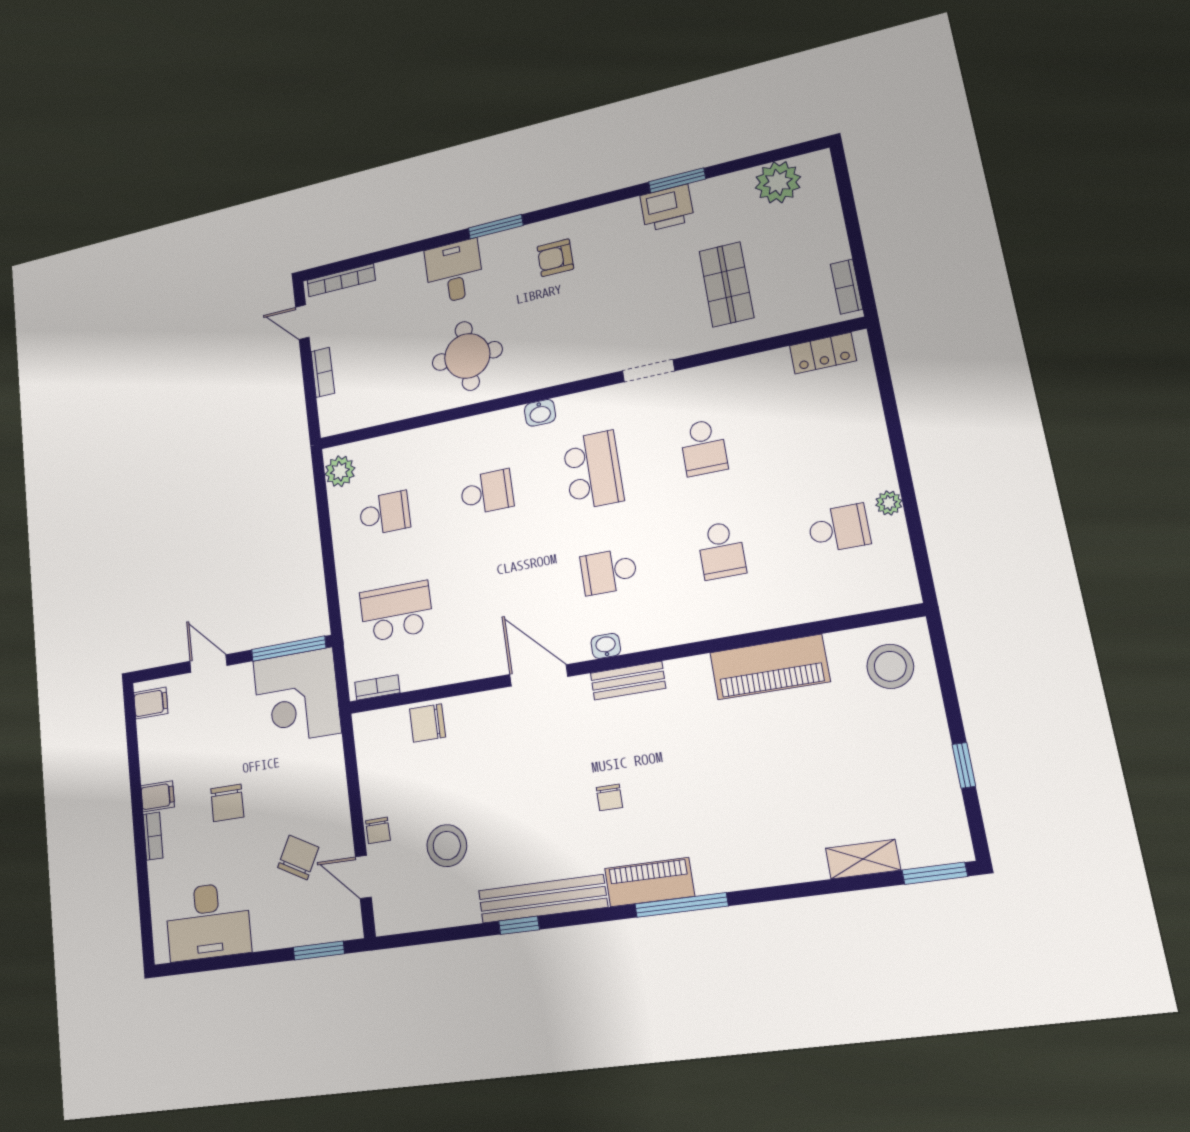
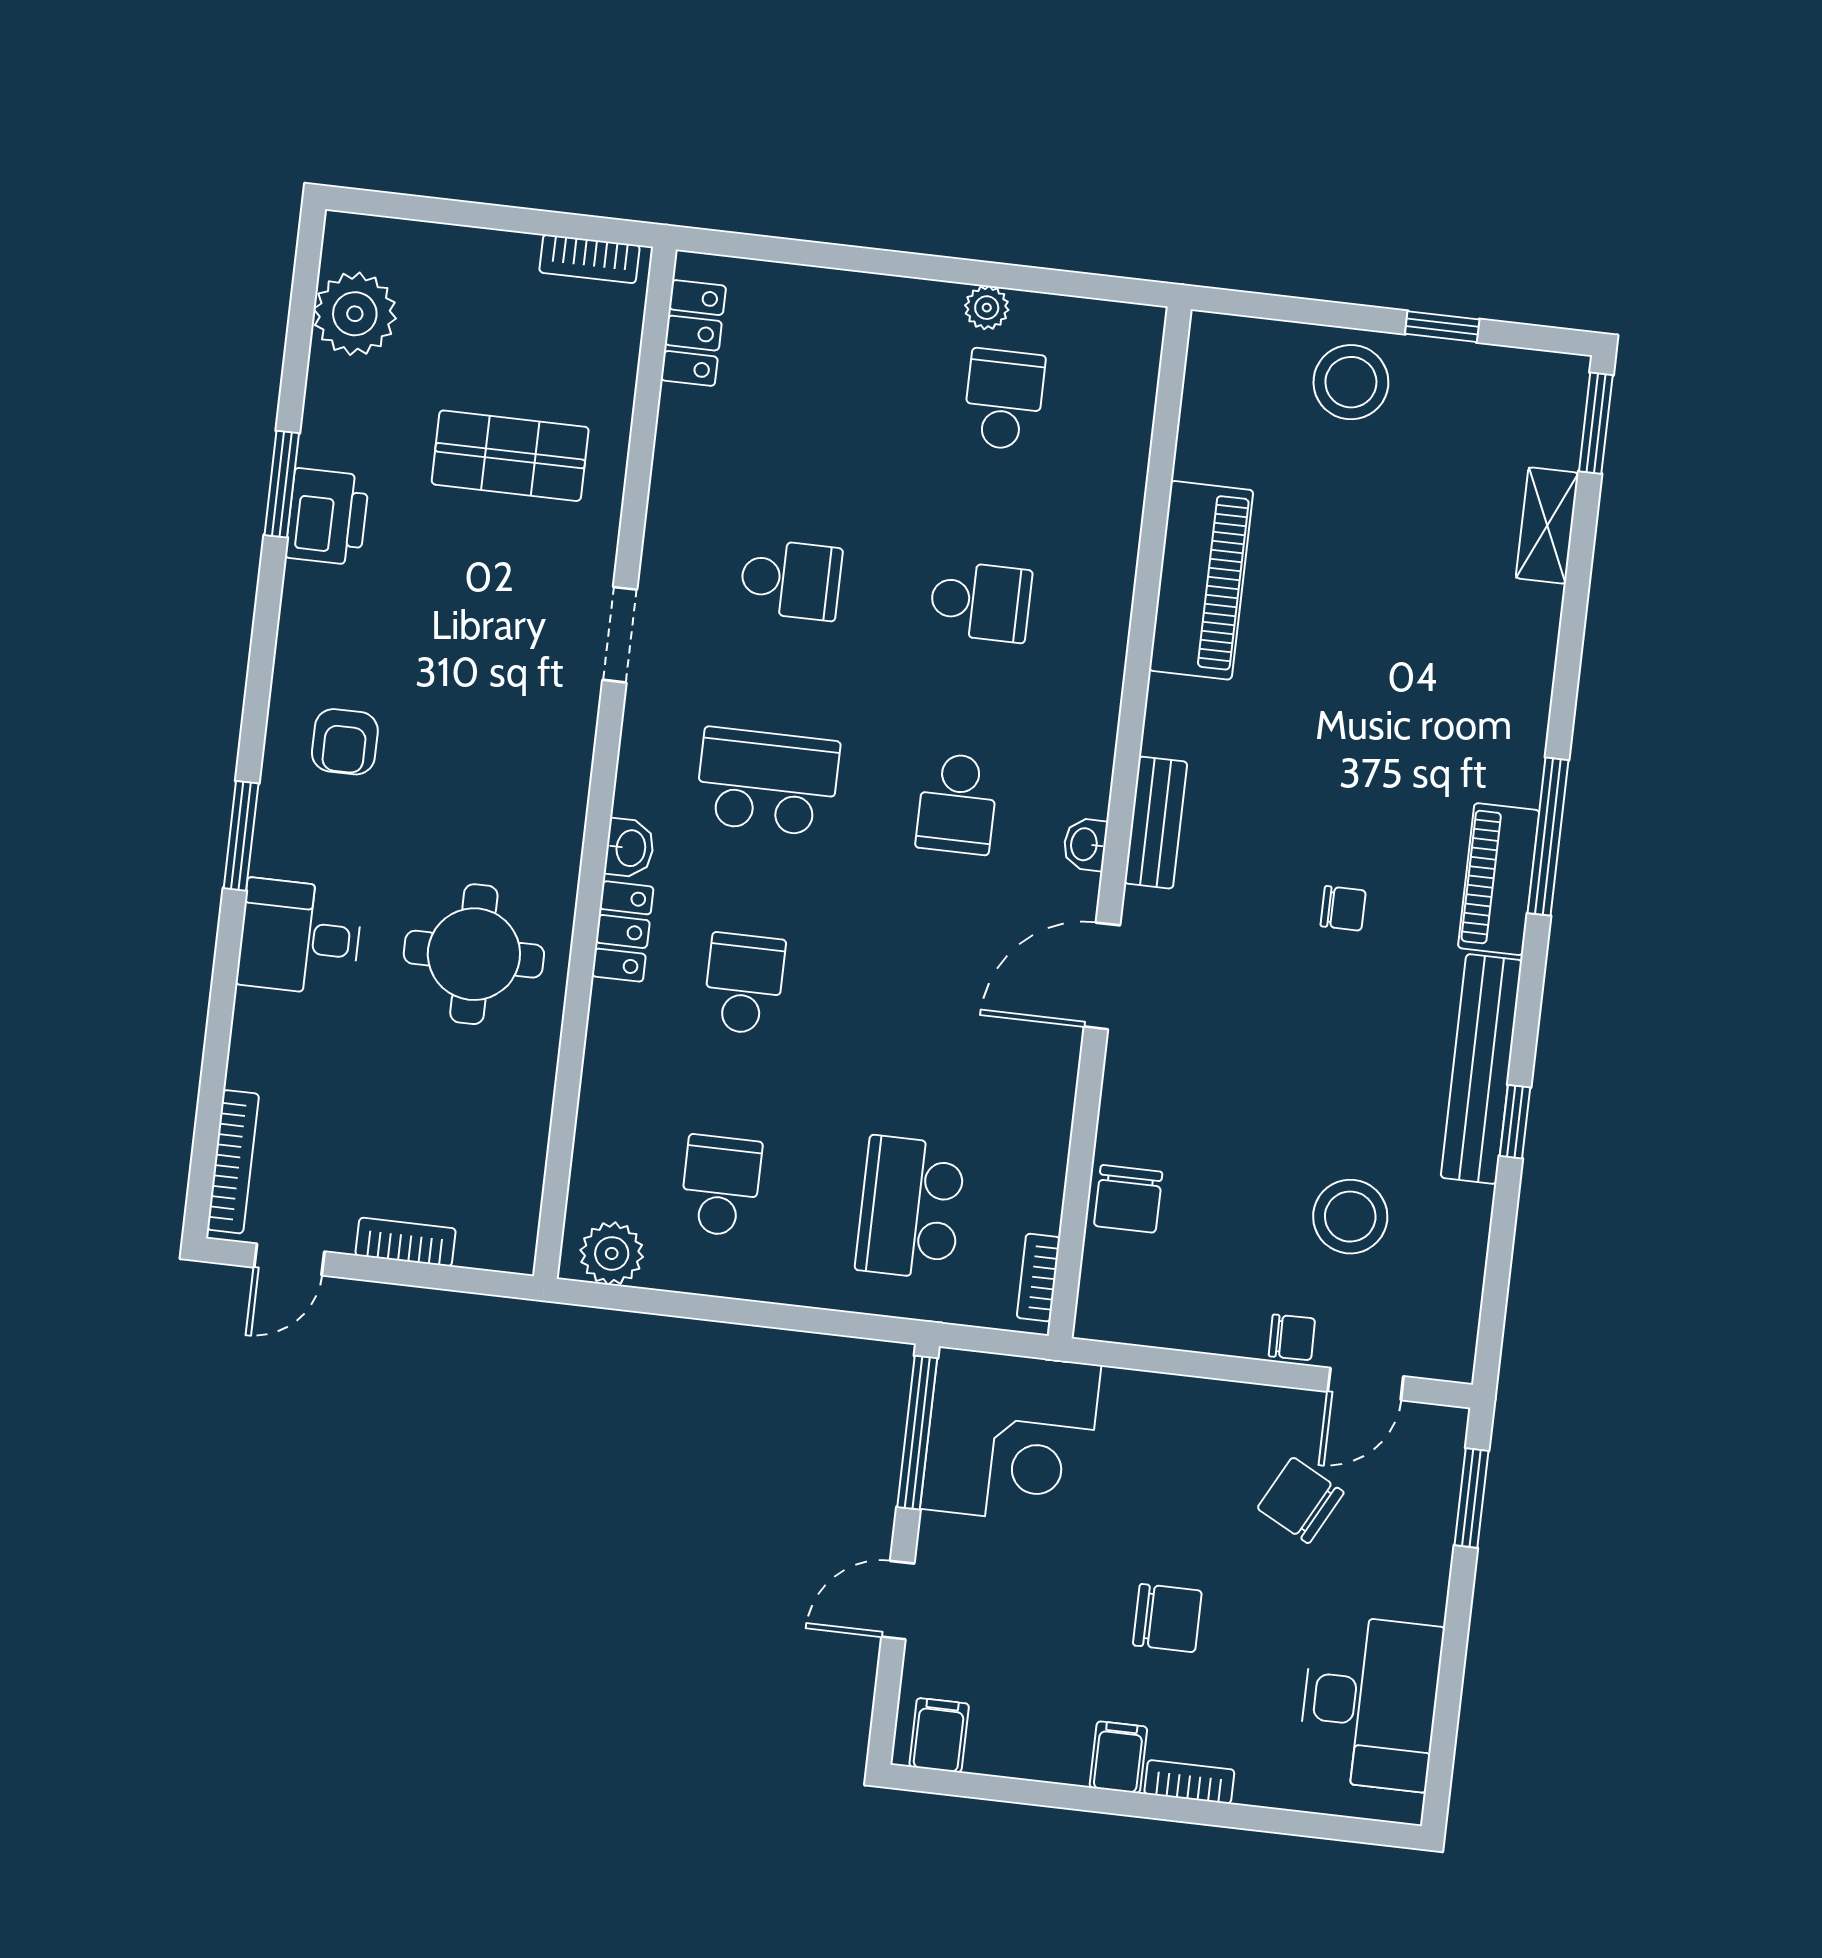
locker: (497, 424) -> (623, 931), added
stool: (890, 666) -> (1351, 382), moved

